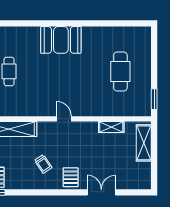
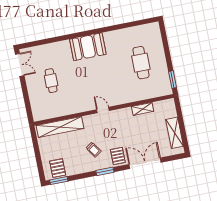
shelving: (144, 143) -> (175, 133), moved
window: (51, 192) -> (105, 171), added
double door: (101, 192) -> (145, 163), width x1.37

